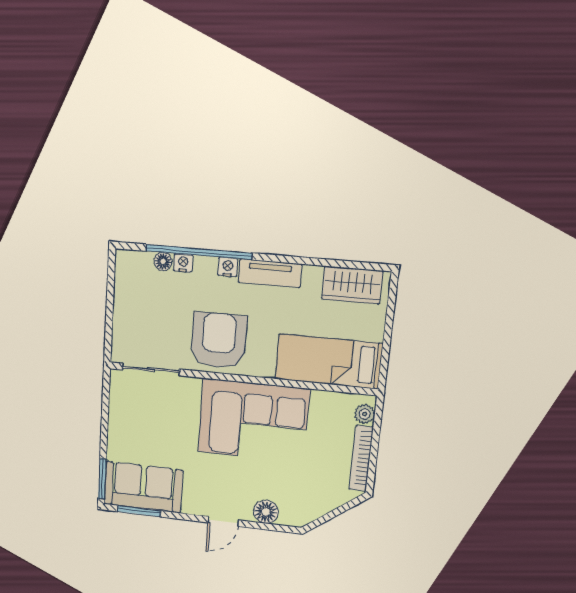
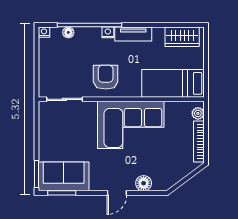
nightstand: (183, 263) -> (44, 32), moved
armchair: (219, 341) -> (106, 77), width x0.73, depth x0.73

